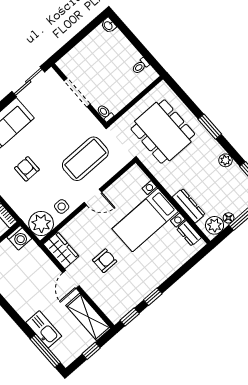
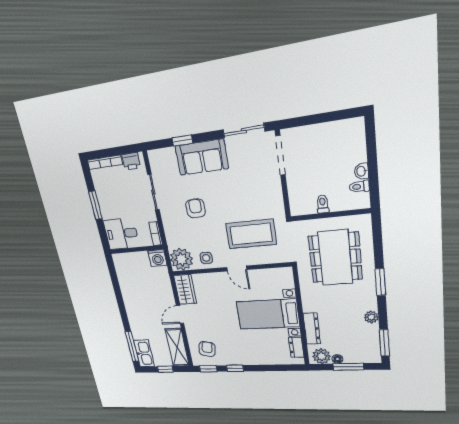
washbasin: (108, 25) -> (361, 171), moved
doorway: (77, 92) -> (280, 155), moved
toilet: (105, 113) -> (323, 204), moved
armchair: (105, 261) -> (207, 349), moved, turned -79
kitchen sink: (44, 329) -> (144, 353), moved

